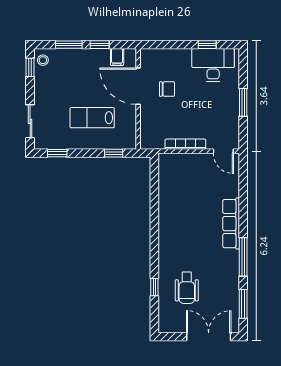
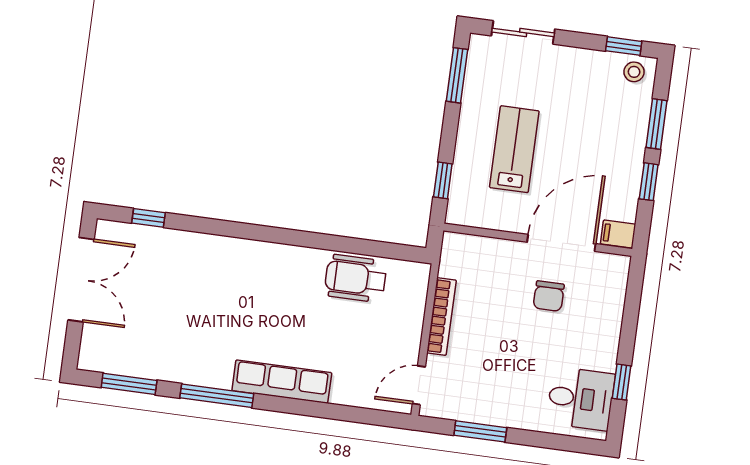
filing cabinet: (117, 57) -> (618, 234), moved
desk: (213, 65) -> (581, 399), width x0.73
window: (243, 102) -> (480, 431), moved
window: (57, 153) -> (457, 75), width x1.50
window: (154, 287) -> (148, 218), moved
wheelchair: (187, 288) -> (356, 278), moved
double door: (209, 337) -> (81, 280), moved

